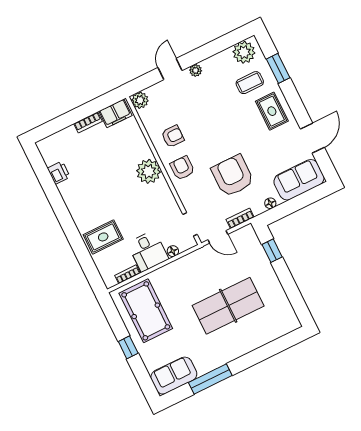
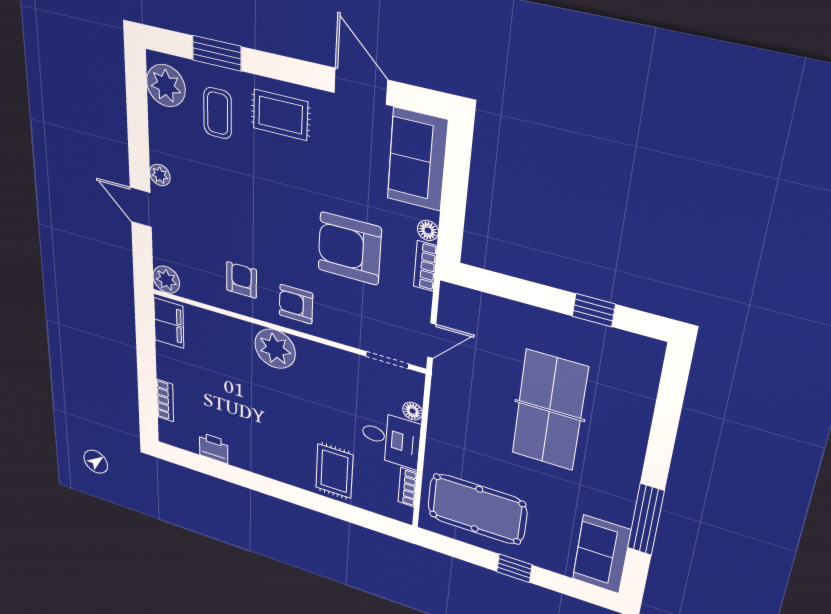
bookcase: (88, 122) -> (165, 401), moved
bookcase: (240, 218) -> (425, 266), moved
window: (272, 251) -> (594, 310), moved

